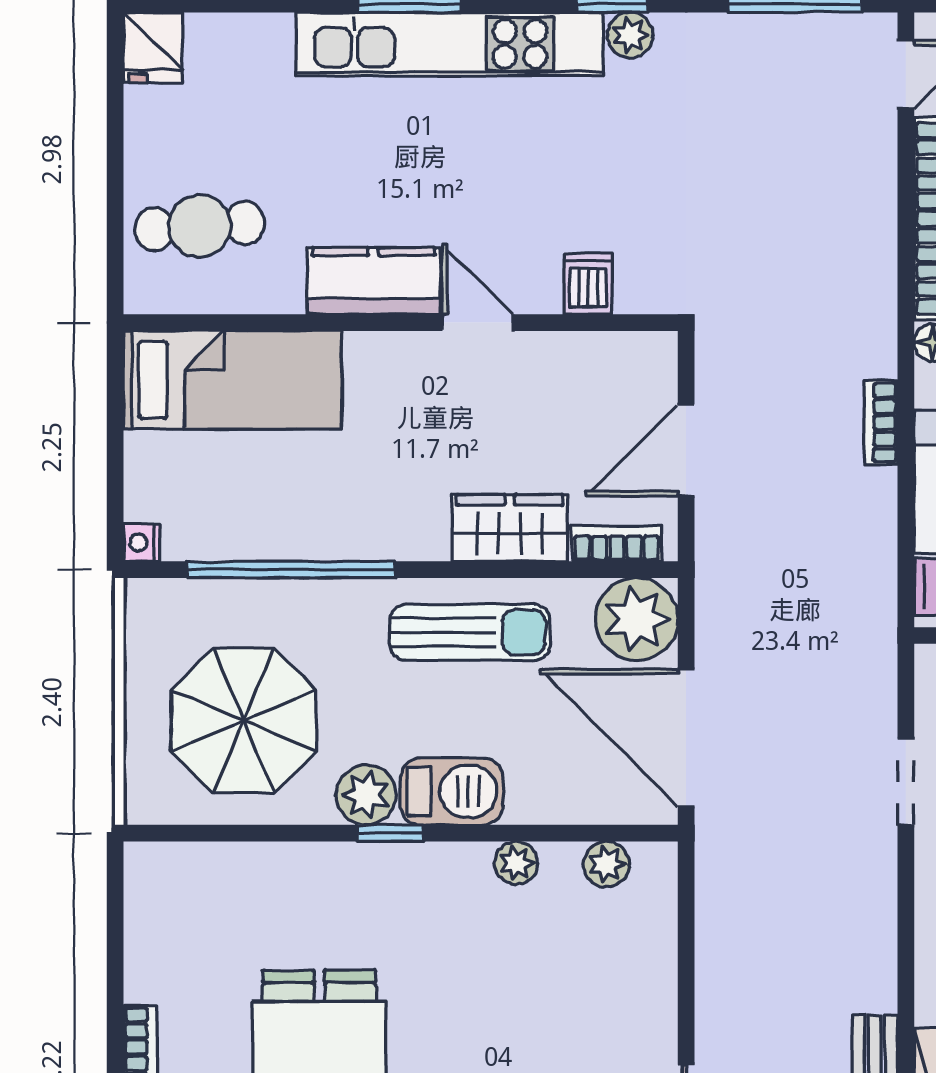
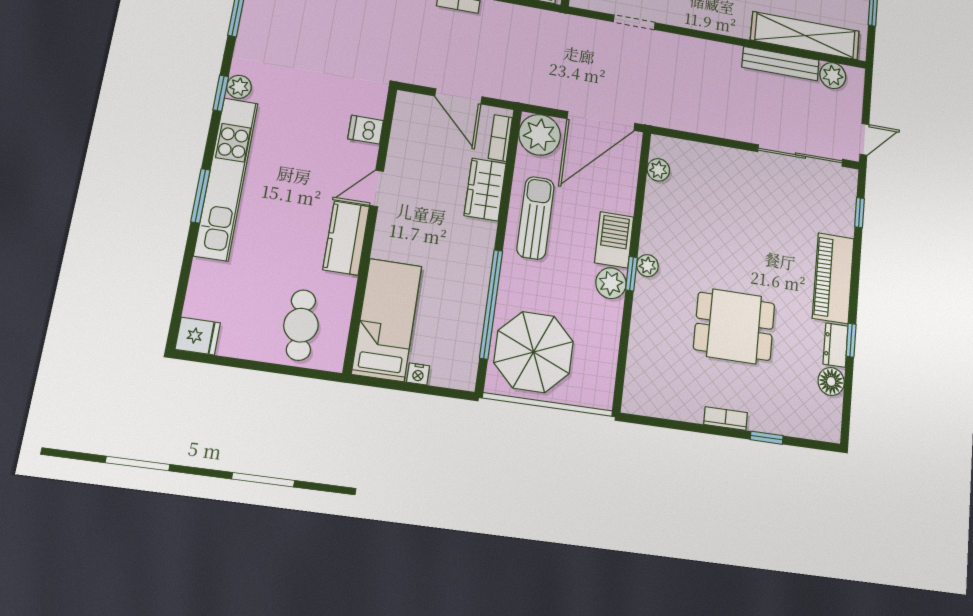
nightstand: (141, 542) -> (418, 374), moved
parasol: (244, 720) -> (534, 352), moved
plant: (516, 863) -> (647, 266), moved

